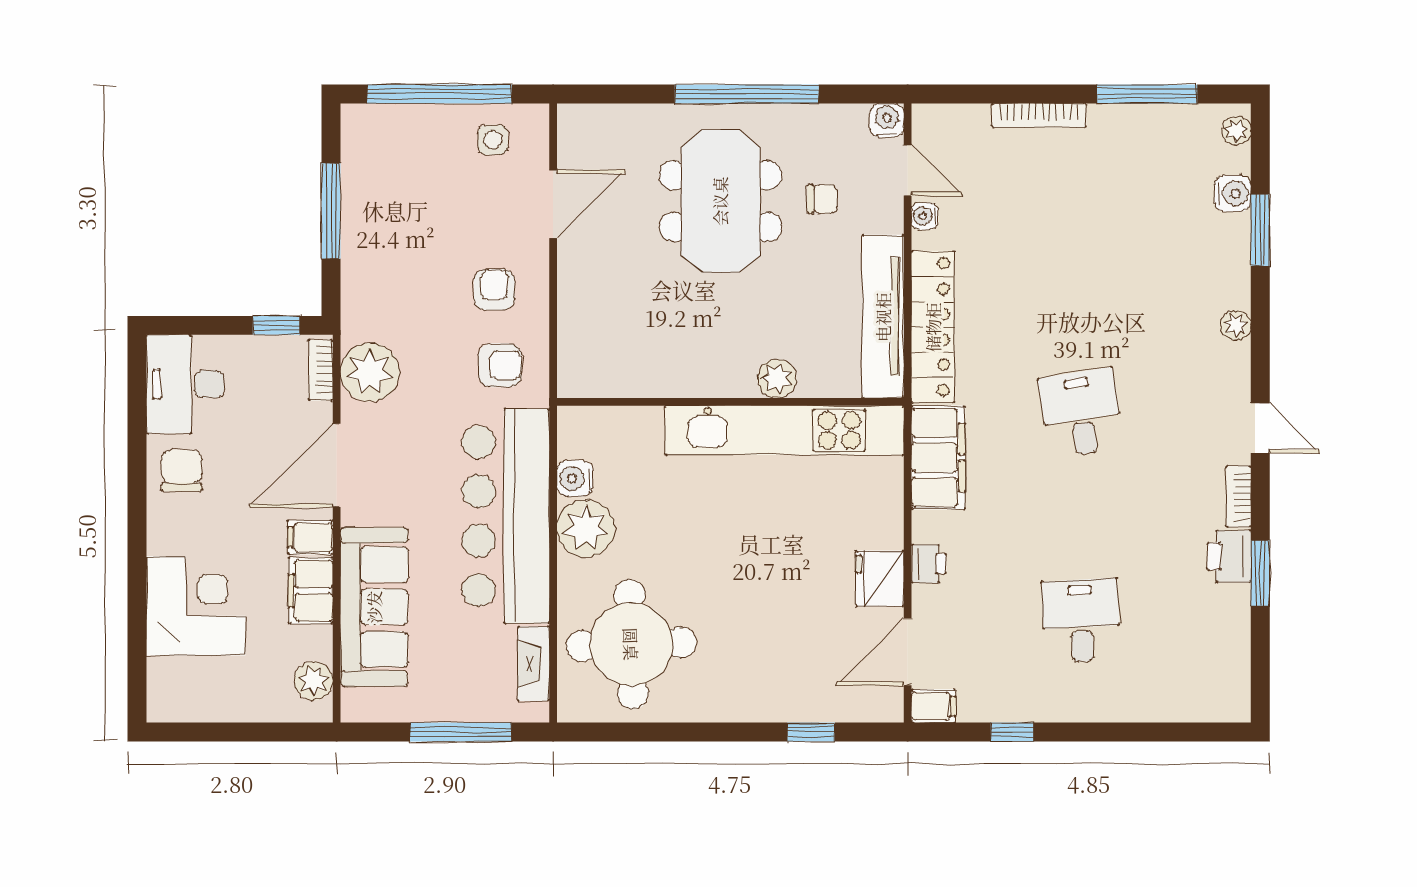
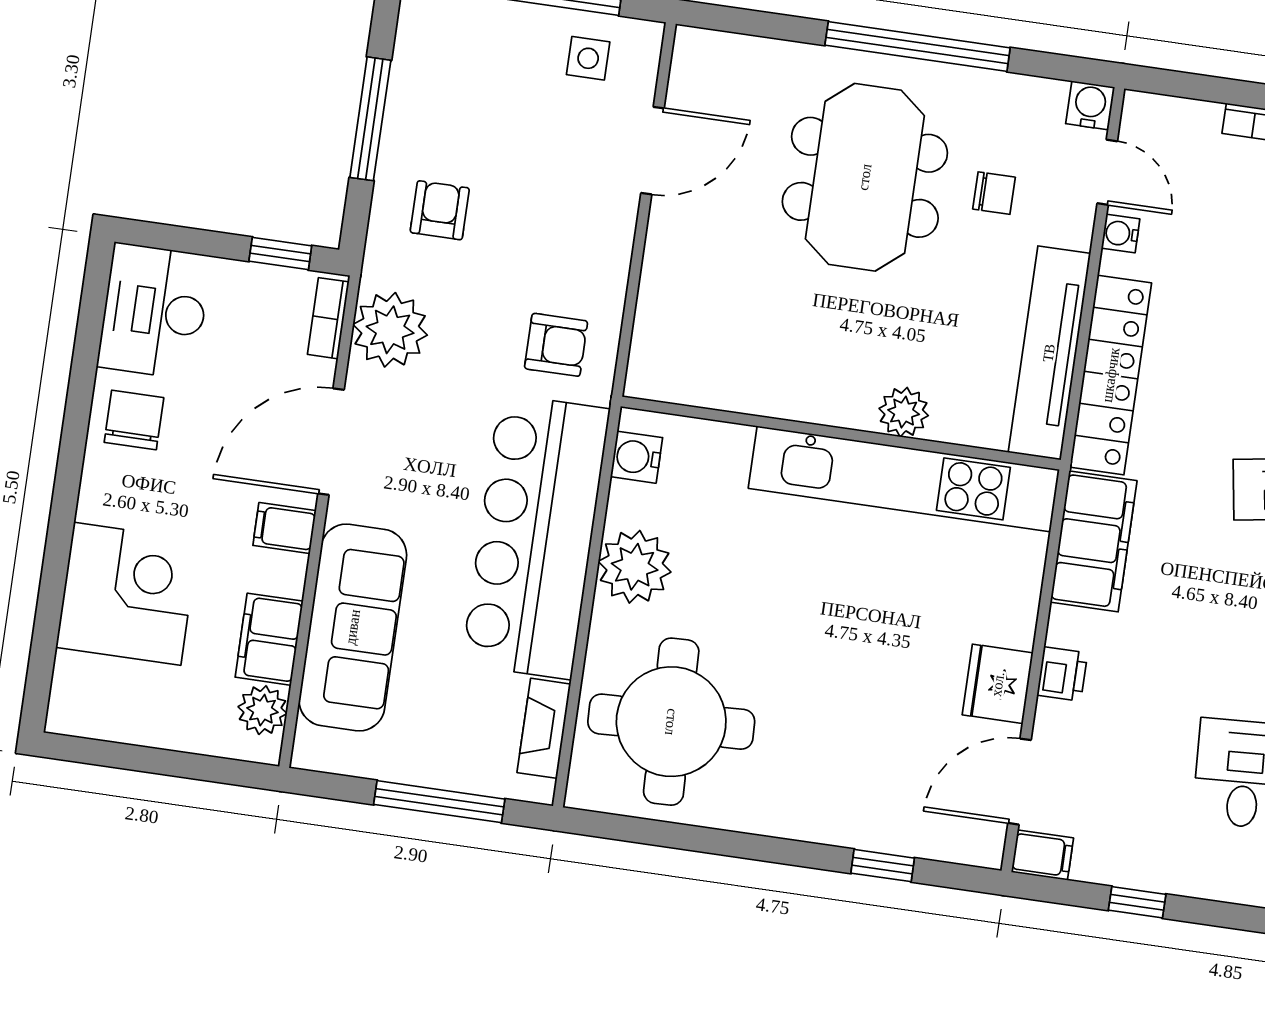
armchair: (494, 290) -> (440, 210), moved
water cooler: (575, 478) -> (636, 457), moved
filing cabinet: (311, 591) -> (269, 639), moved

